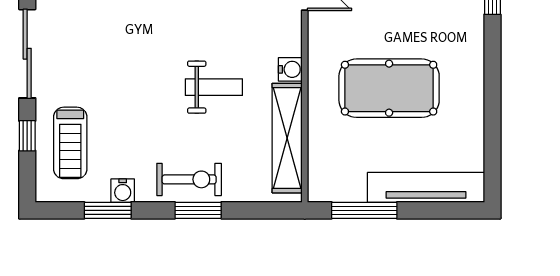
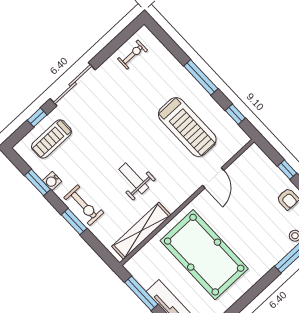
water cooler: (290, 69) -> (172, 204), removed
weight bench: (214, 87) -> (134, 178), turned 180
pool table: (389, 88) -> (204, 255), width x1.36, depth x1.32

